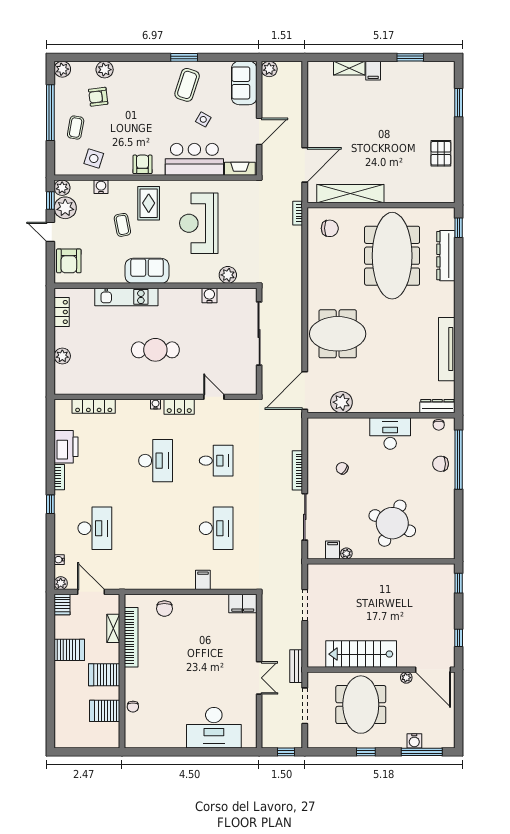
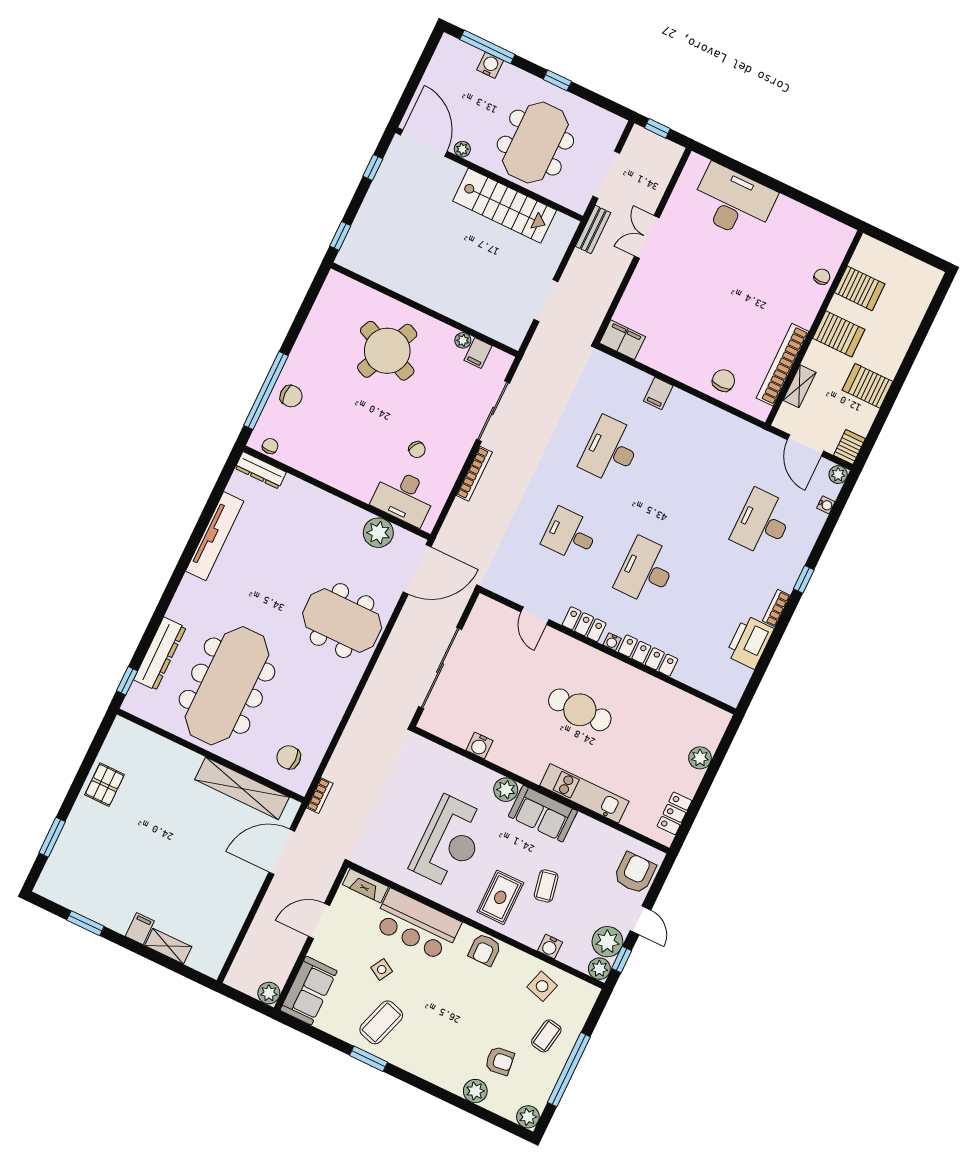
plant: (228, 275) -> (506, 790), moved
locker: (94, 406) -> (648, 656), moved
desk: (390, 433) -> (404, 497), moved

